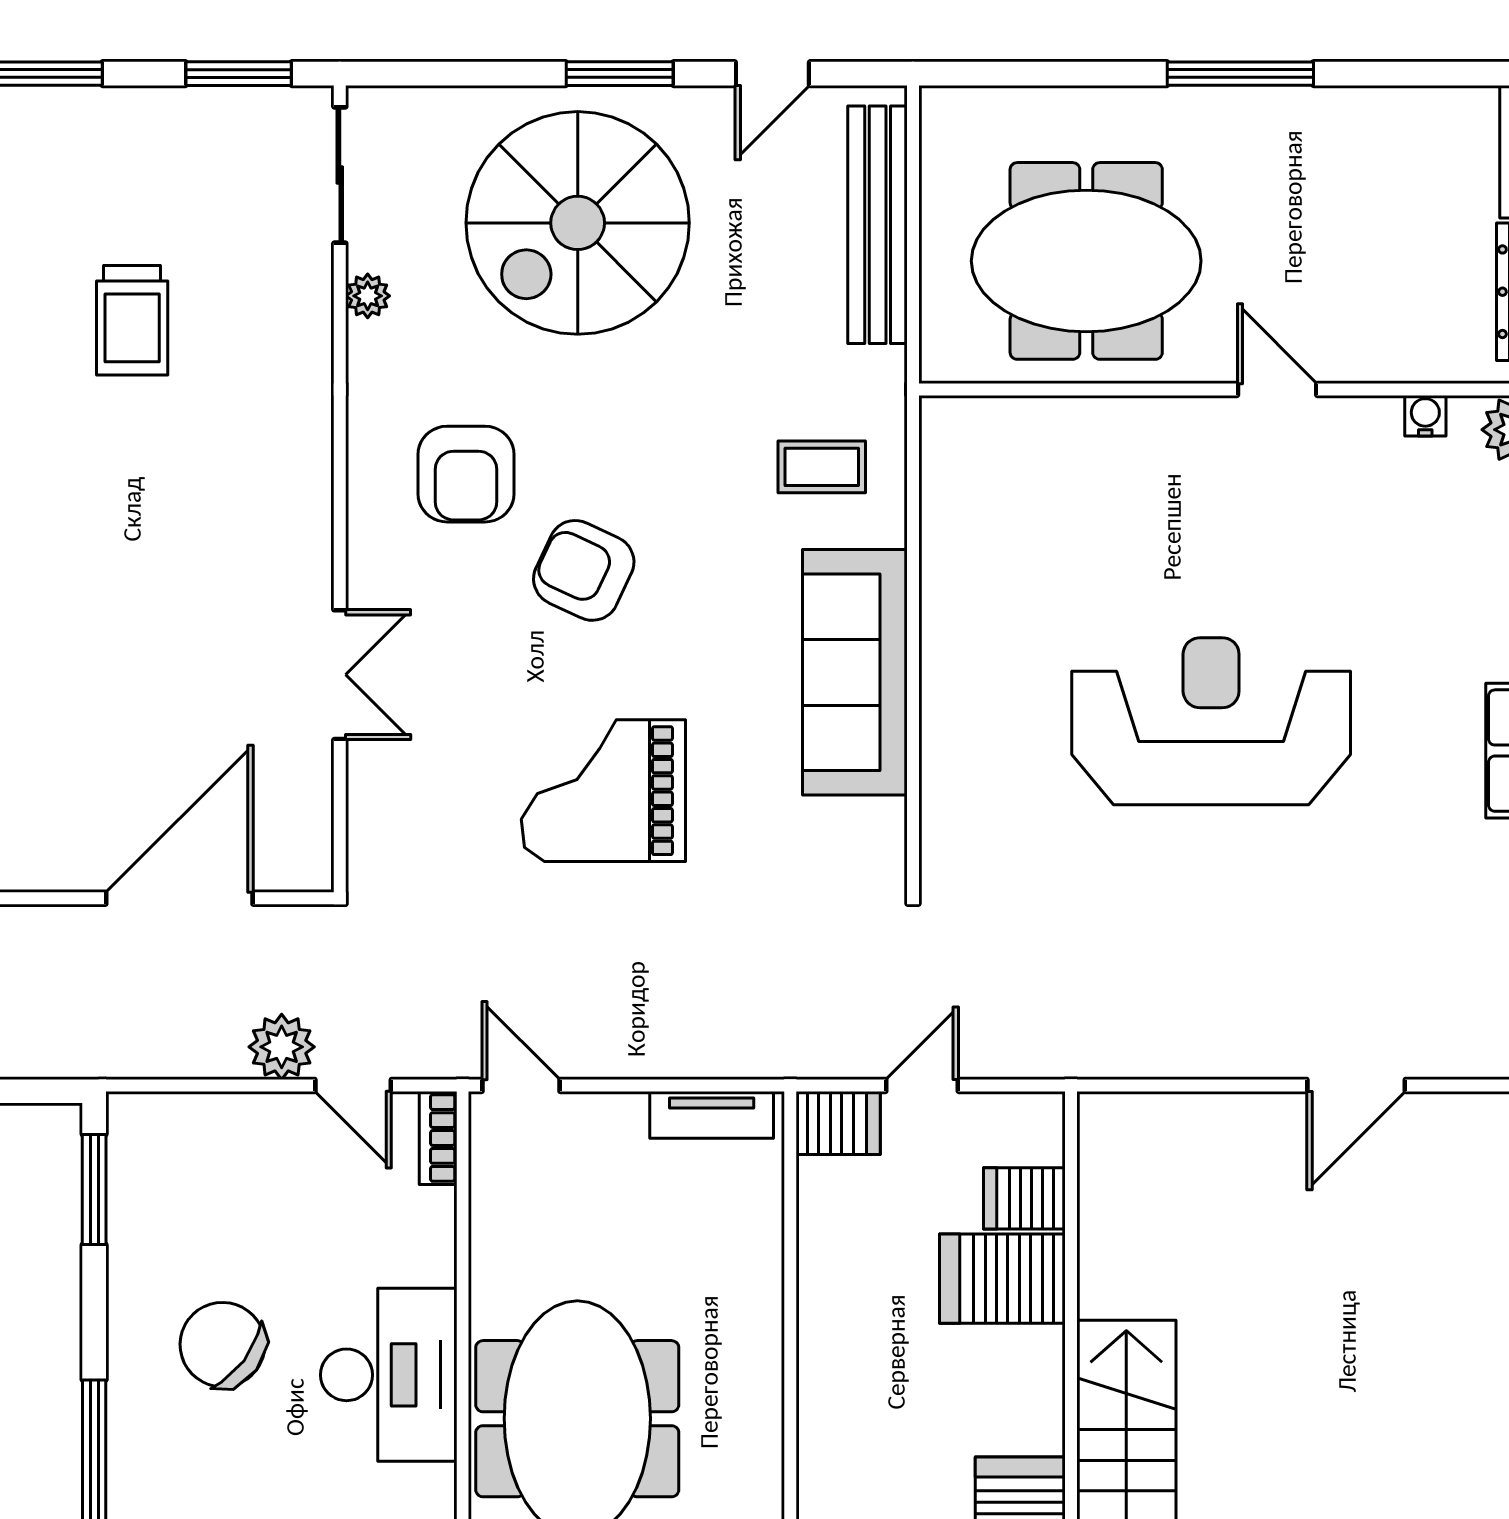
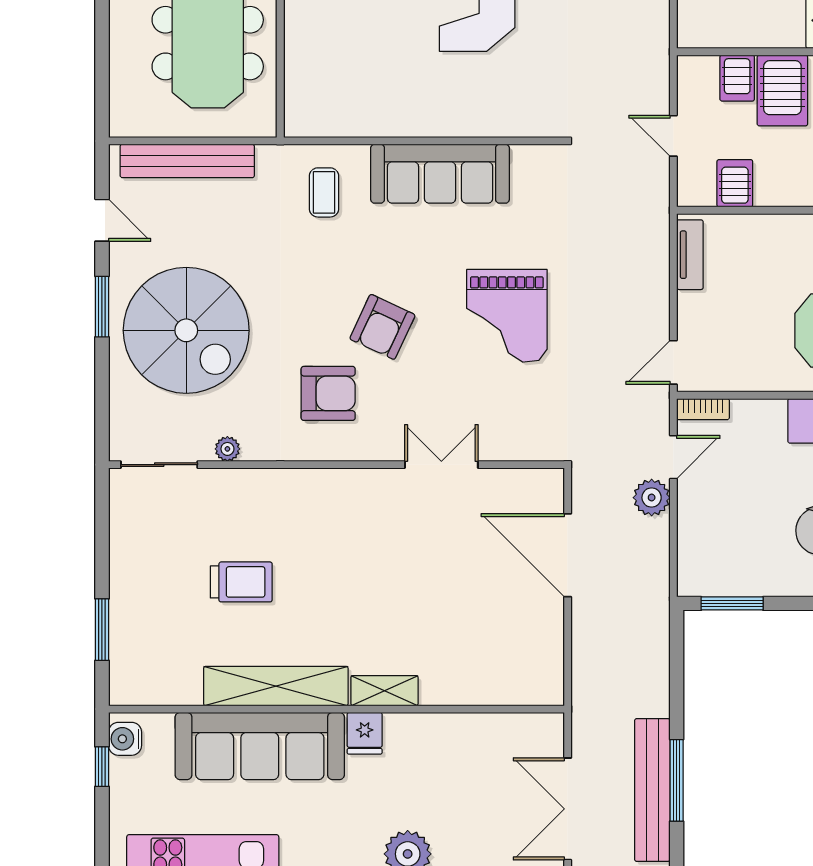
window: (239, 74) -> (102, 522), removed
server rack: (838, 1123) -> (735, 183), moved

